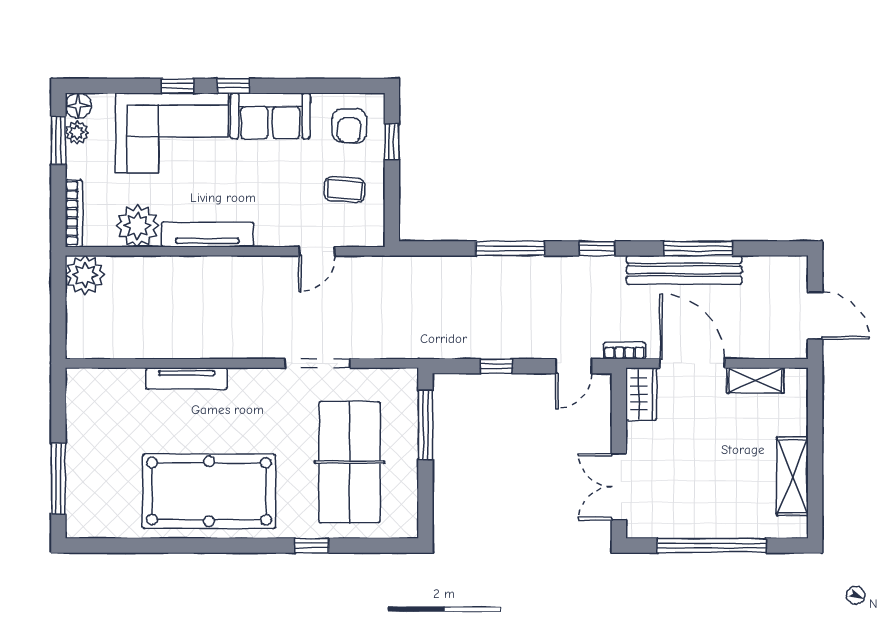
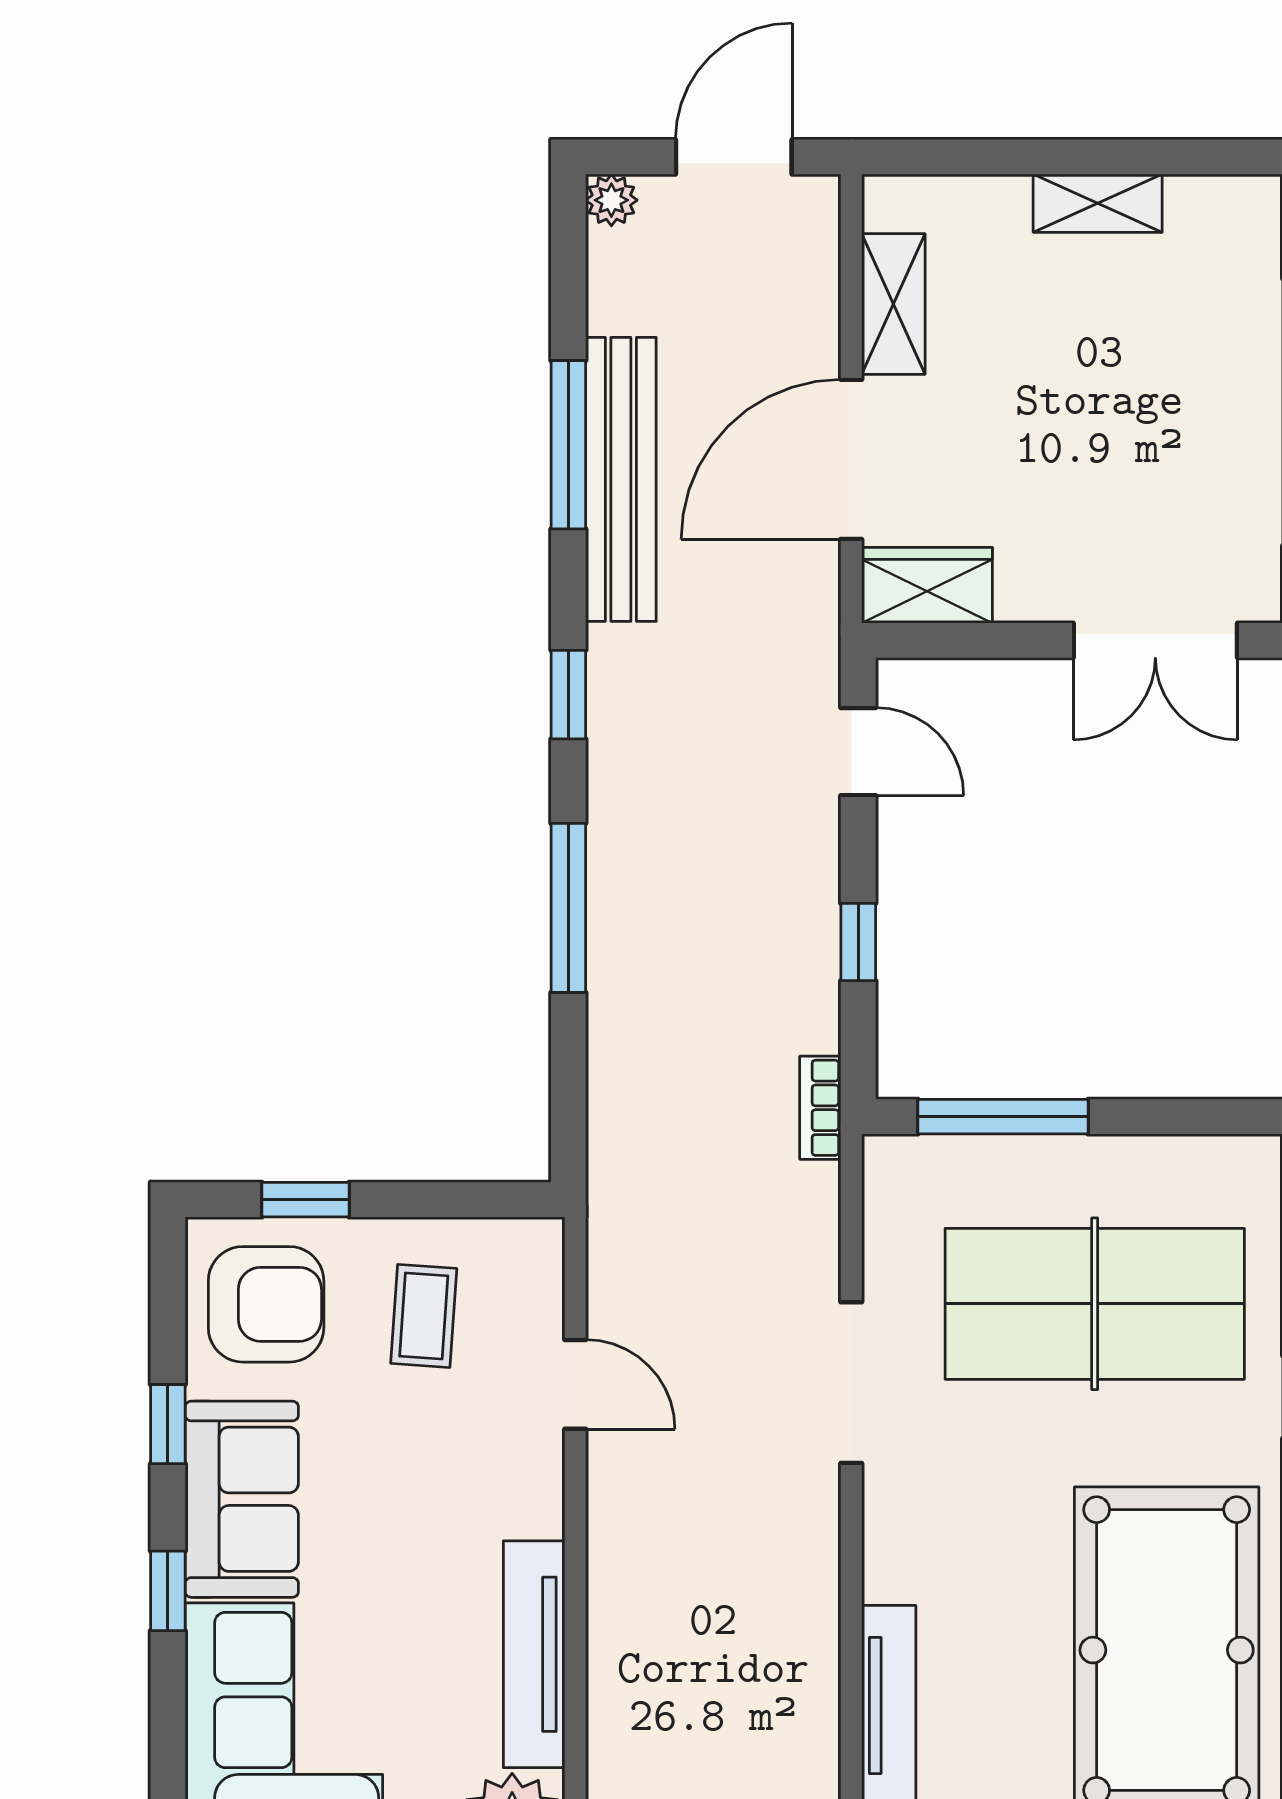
window: (178, 86) -> (168, 1424), moved
armchair: (349, 126) -> (266, 1304), width x1.38, depth x1.38
plant: (798, 266) -> (611, 200), added
bookcase: (625, 351) -> (820, 1108), moved
shelving: (792, 476) -> (1098, 203), width x0.67, depth x0.75

